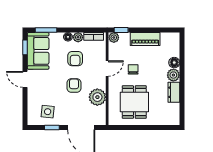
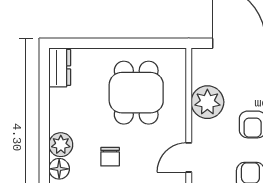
chair: (133, 69) -> (110, 157), moved
dresser: (174, 92) -> (60, 67), moved

